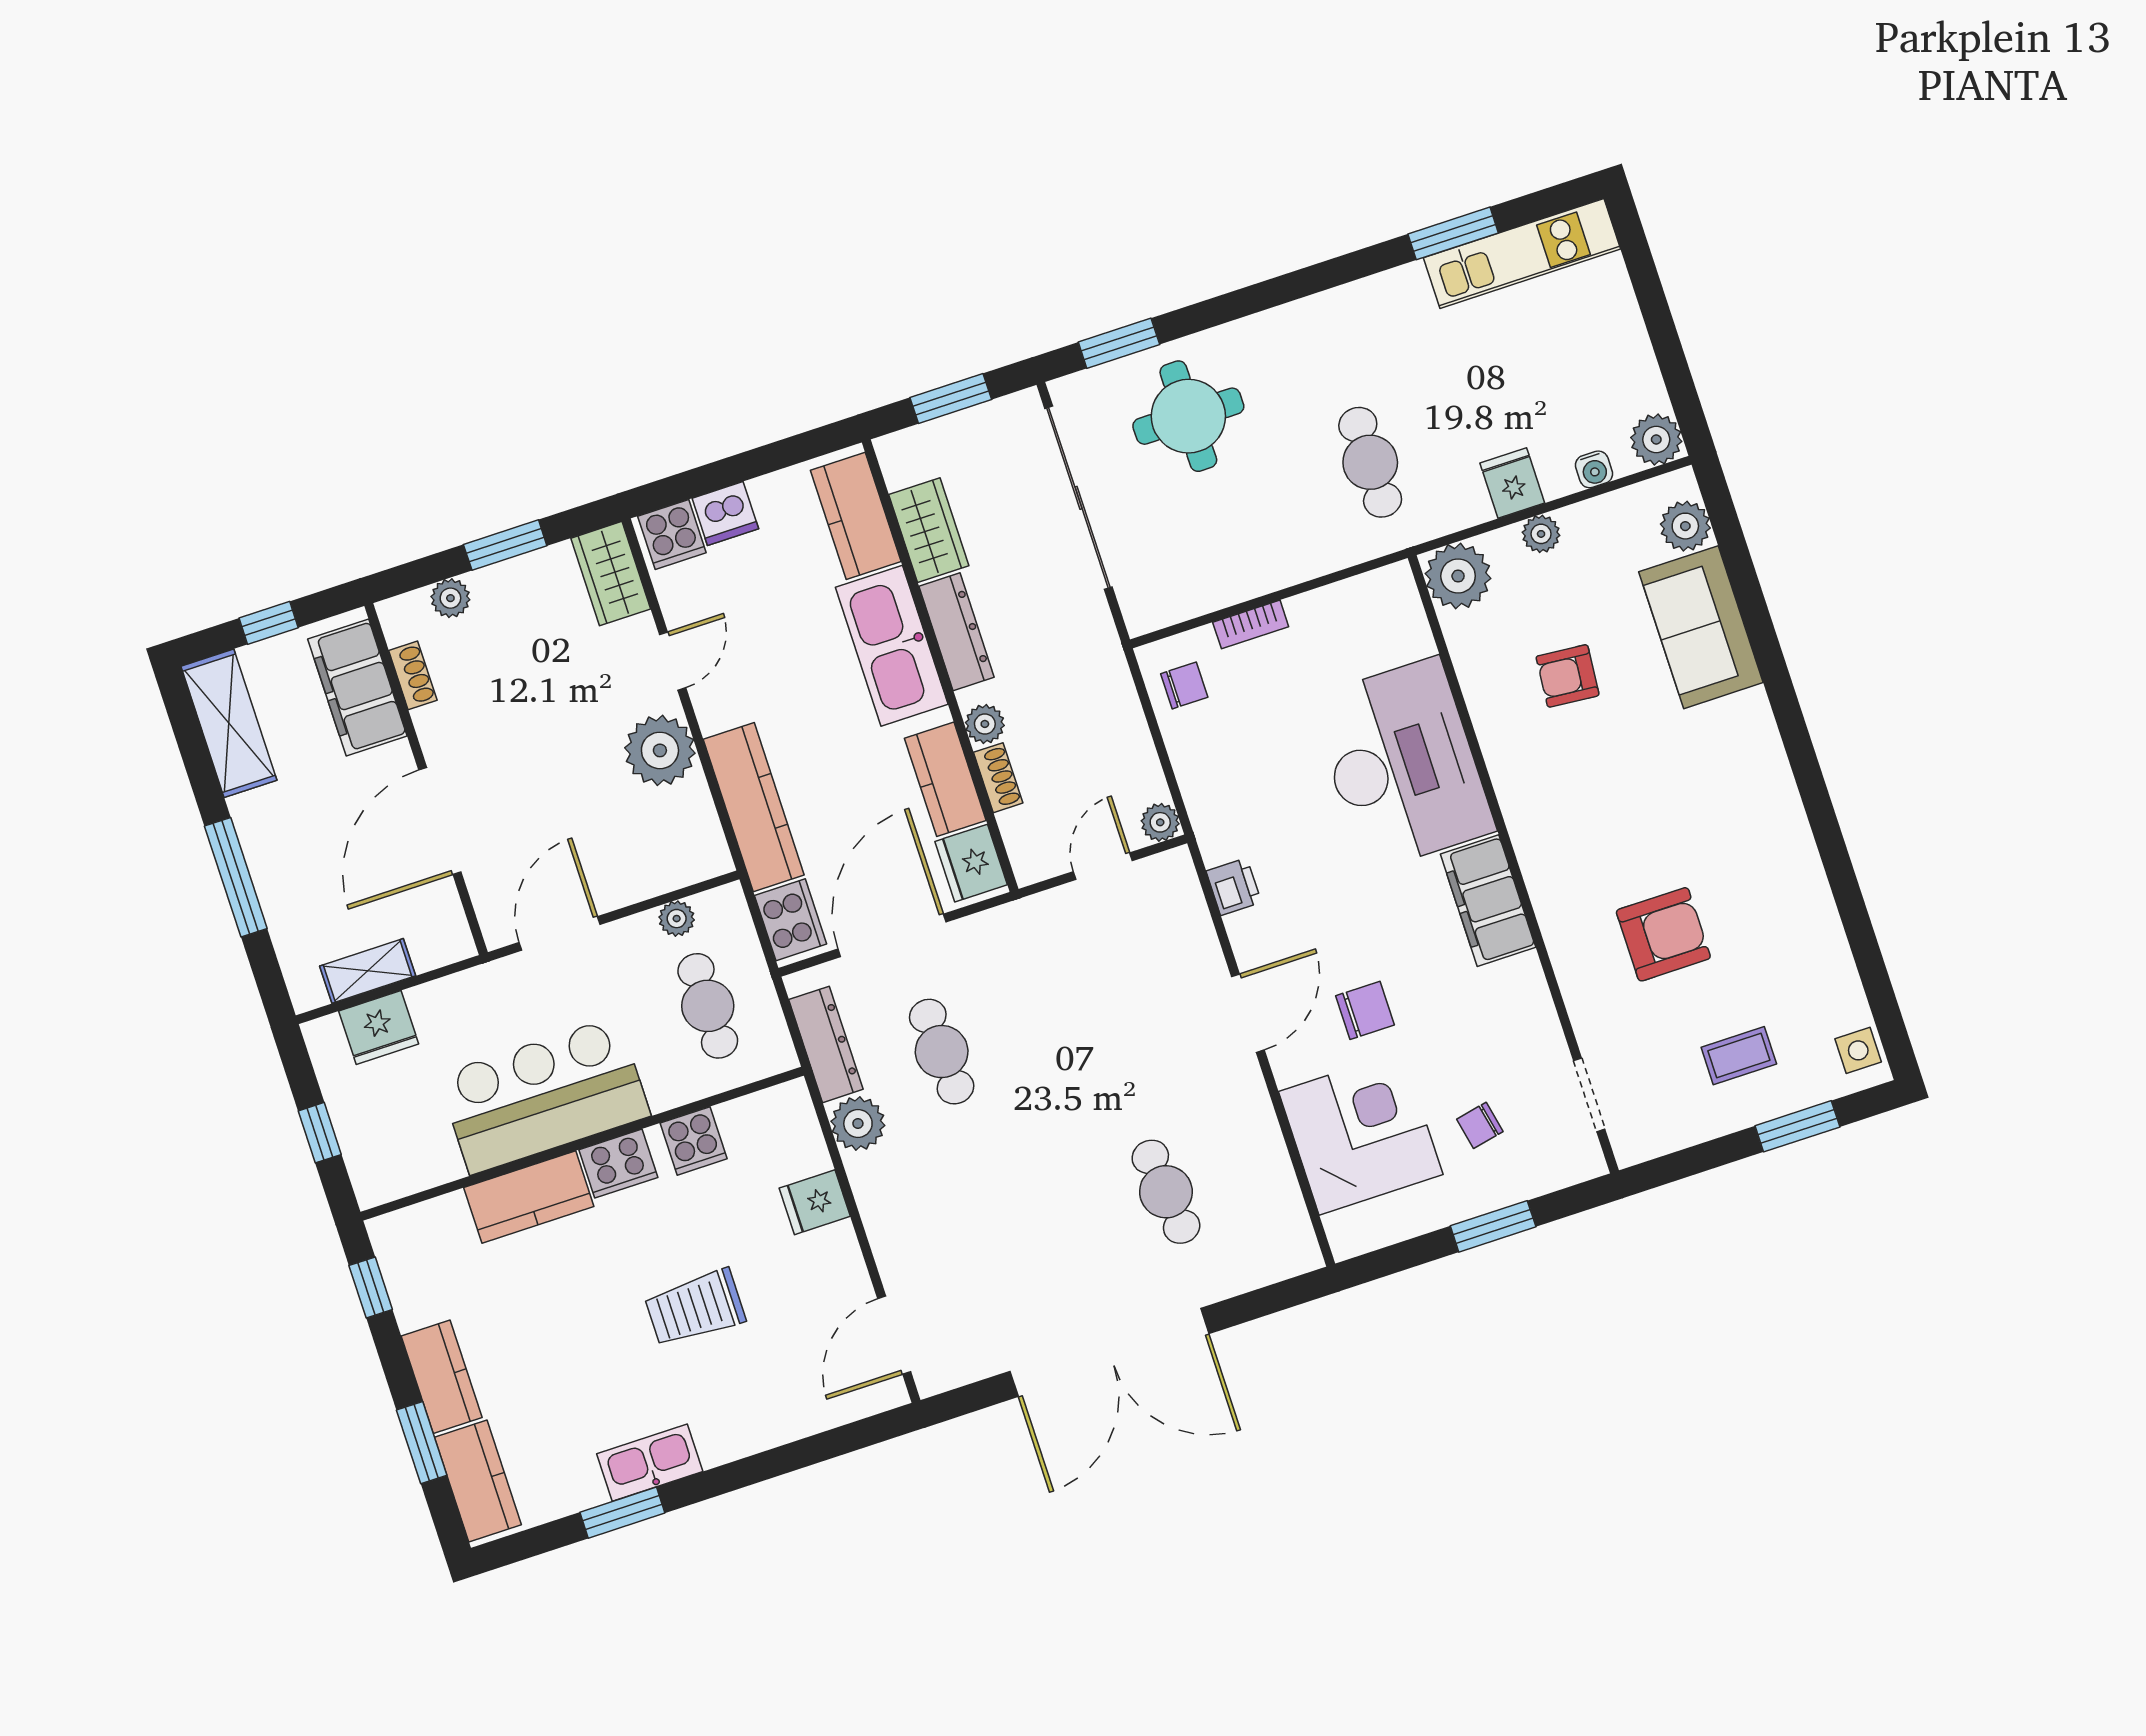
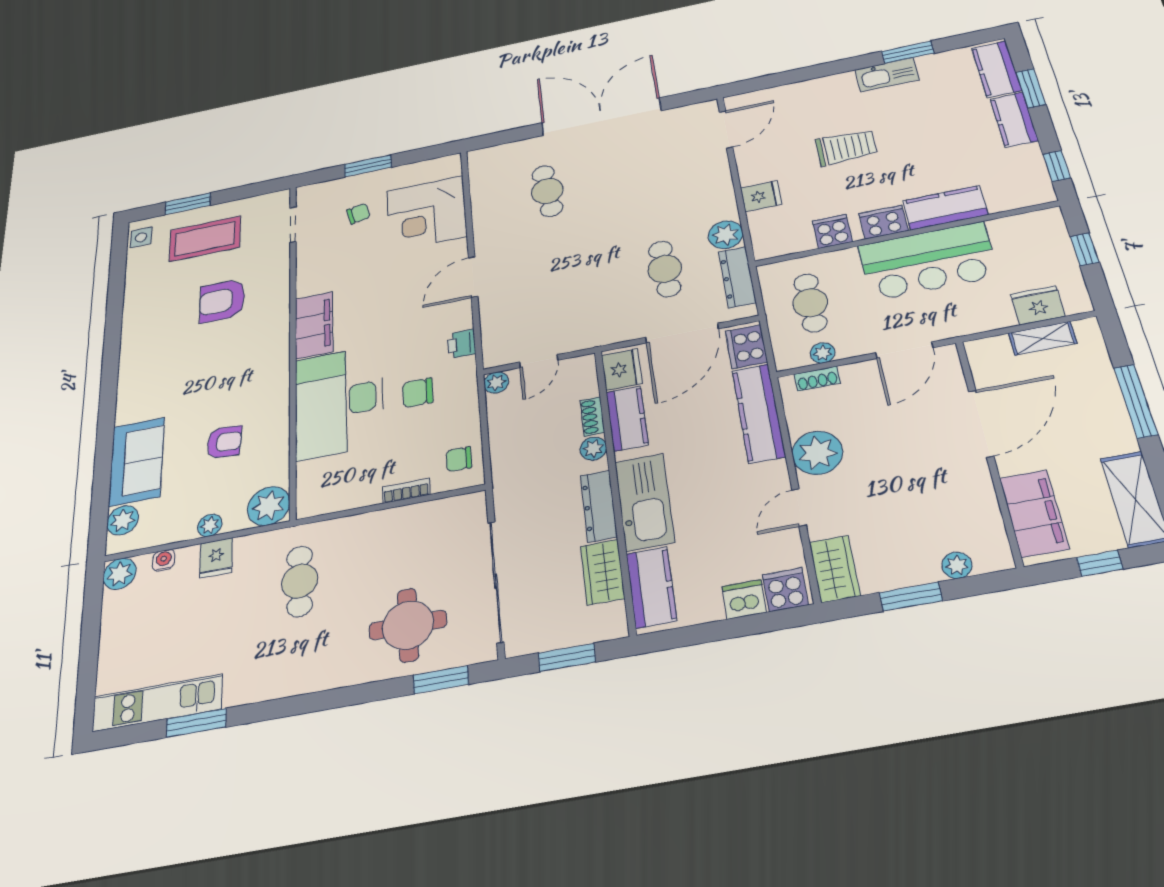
shoe rack: (413, 675) -> (817, 379), moved, turned -90
chair: (1365, 1010) -> (418, 393), moved
coffee table: (1739, 1056) -> (205, 239), width x1.86, depth x1.72

